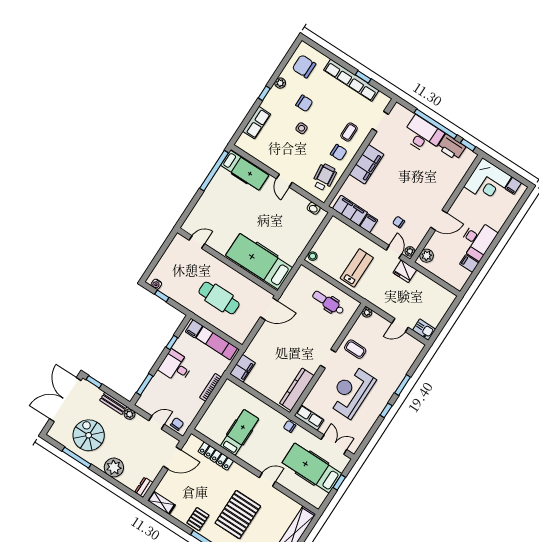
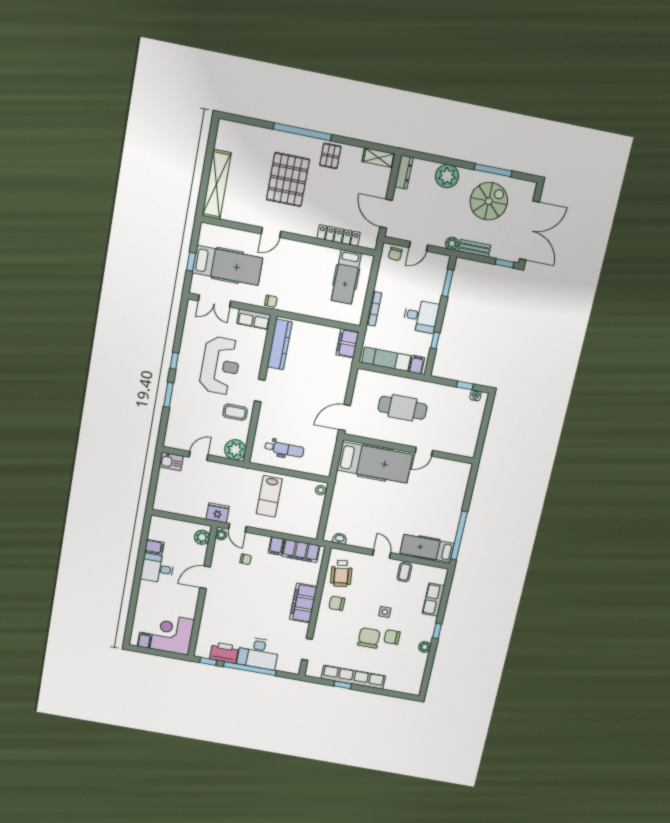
chair: (304, 66) -> (369, 638), moved, turned -90
coffee table: (349, 132) -> (404, 572), moved
desk: (477, 240) -> (157, 568), width x0.73
door: (197, 242) -> (424, 452), moved
plant: (367, 312) -> (235, 450), width x1.87, depth x1.87
hospital bed: (239, 432) -> (346, 277), moved
spiral stairs: (89, 435) -> (489, 201), turned -90
door: (172, 458) -> (386, 214), hinge flipped
dresser: (144, 487) -> (404, 172), width x1.44

